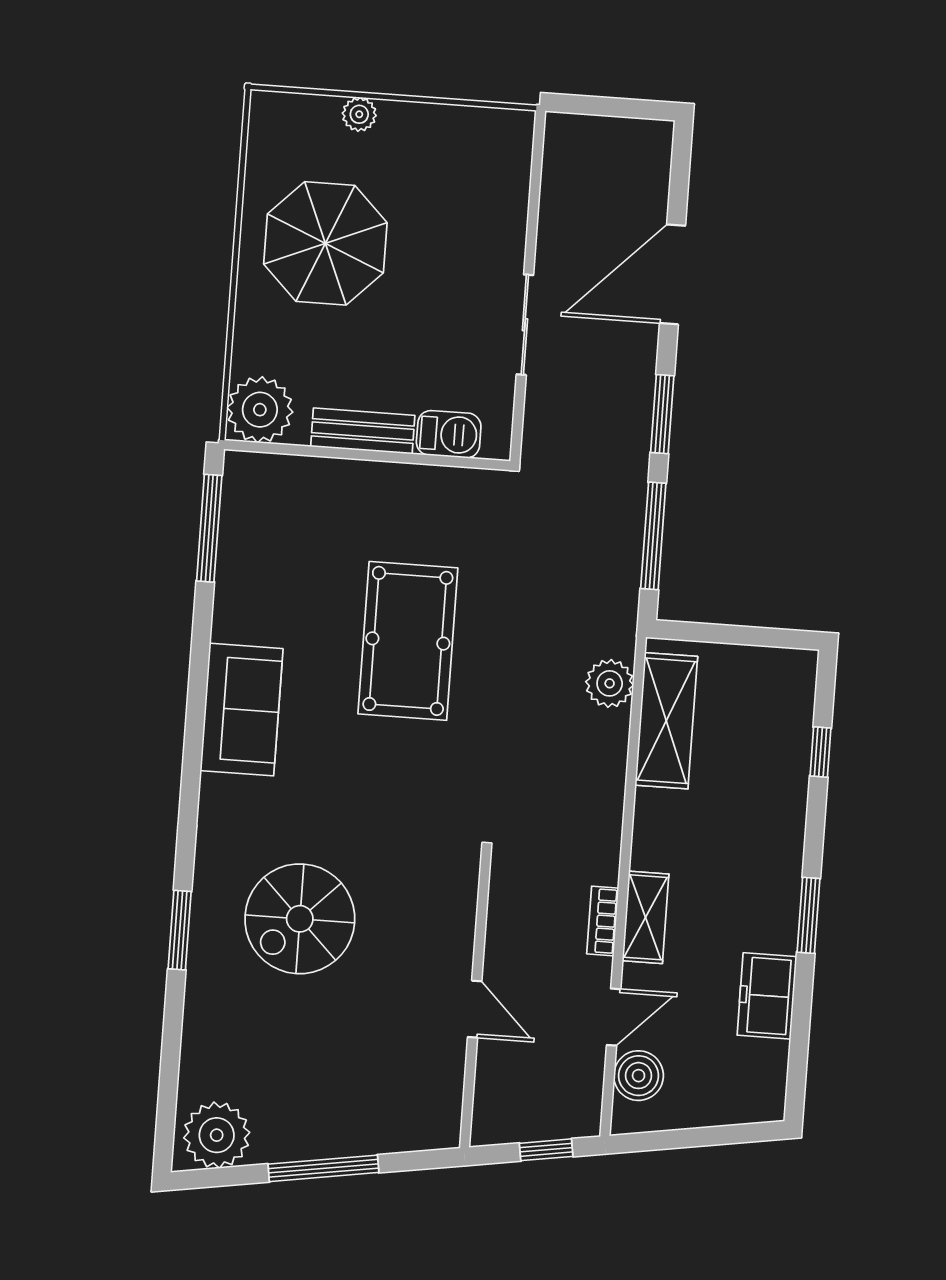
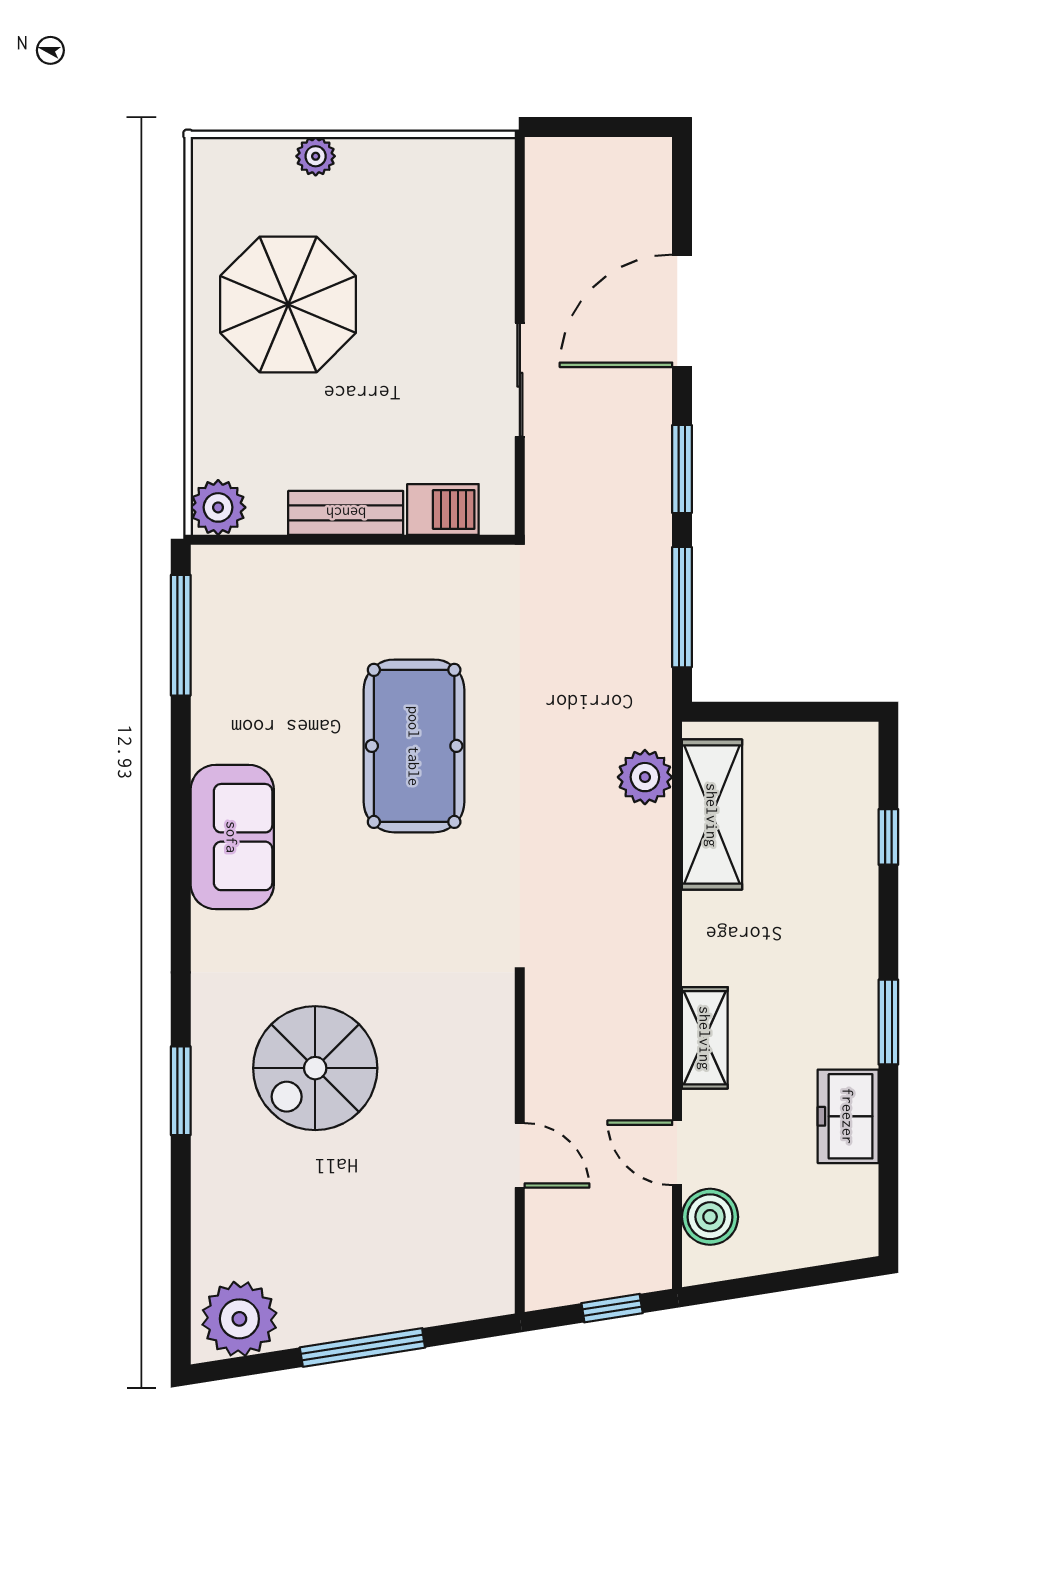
plant: (260, 410) -> (218, 507), width x0.73, depth x0.73
bookcase: (603, 921) -> (657, 1045), removed
door: (614, 1017) -> (677, 1153), swing flipped

